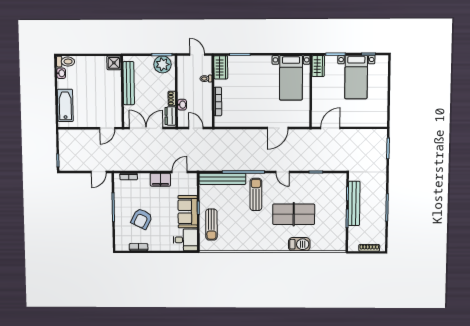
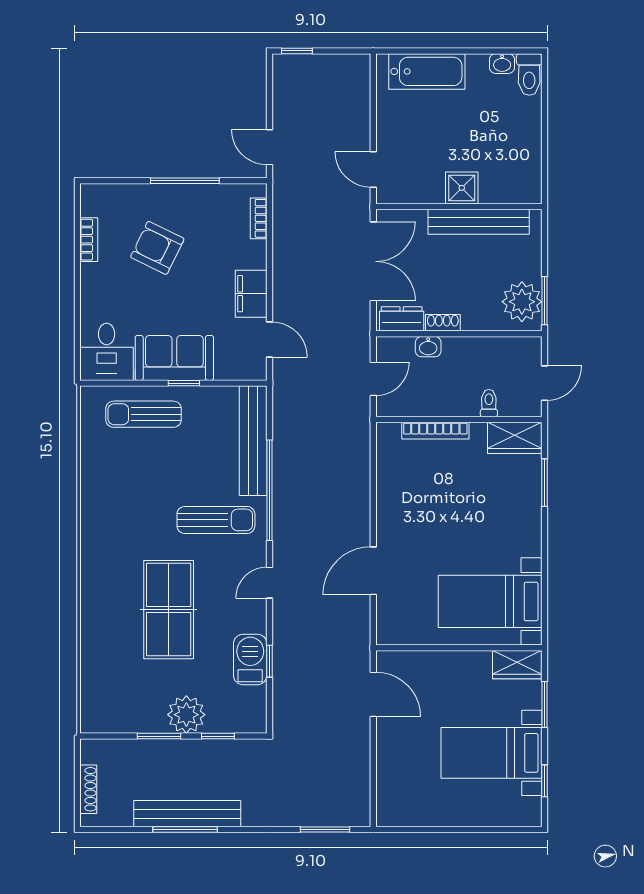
shower: (114, 63) -> (462, 188), moved
door: (278, 128) -> (373, 571), hinge flipped
bench: (354, 203) -> (187, 814), moved
plant: (338, 207) -> (186, 715), added
barbecue: (299, 244) -> (250, 659), moved, turned 180

